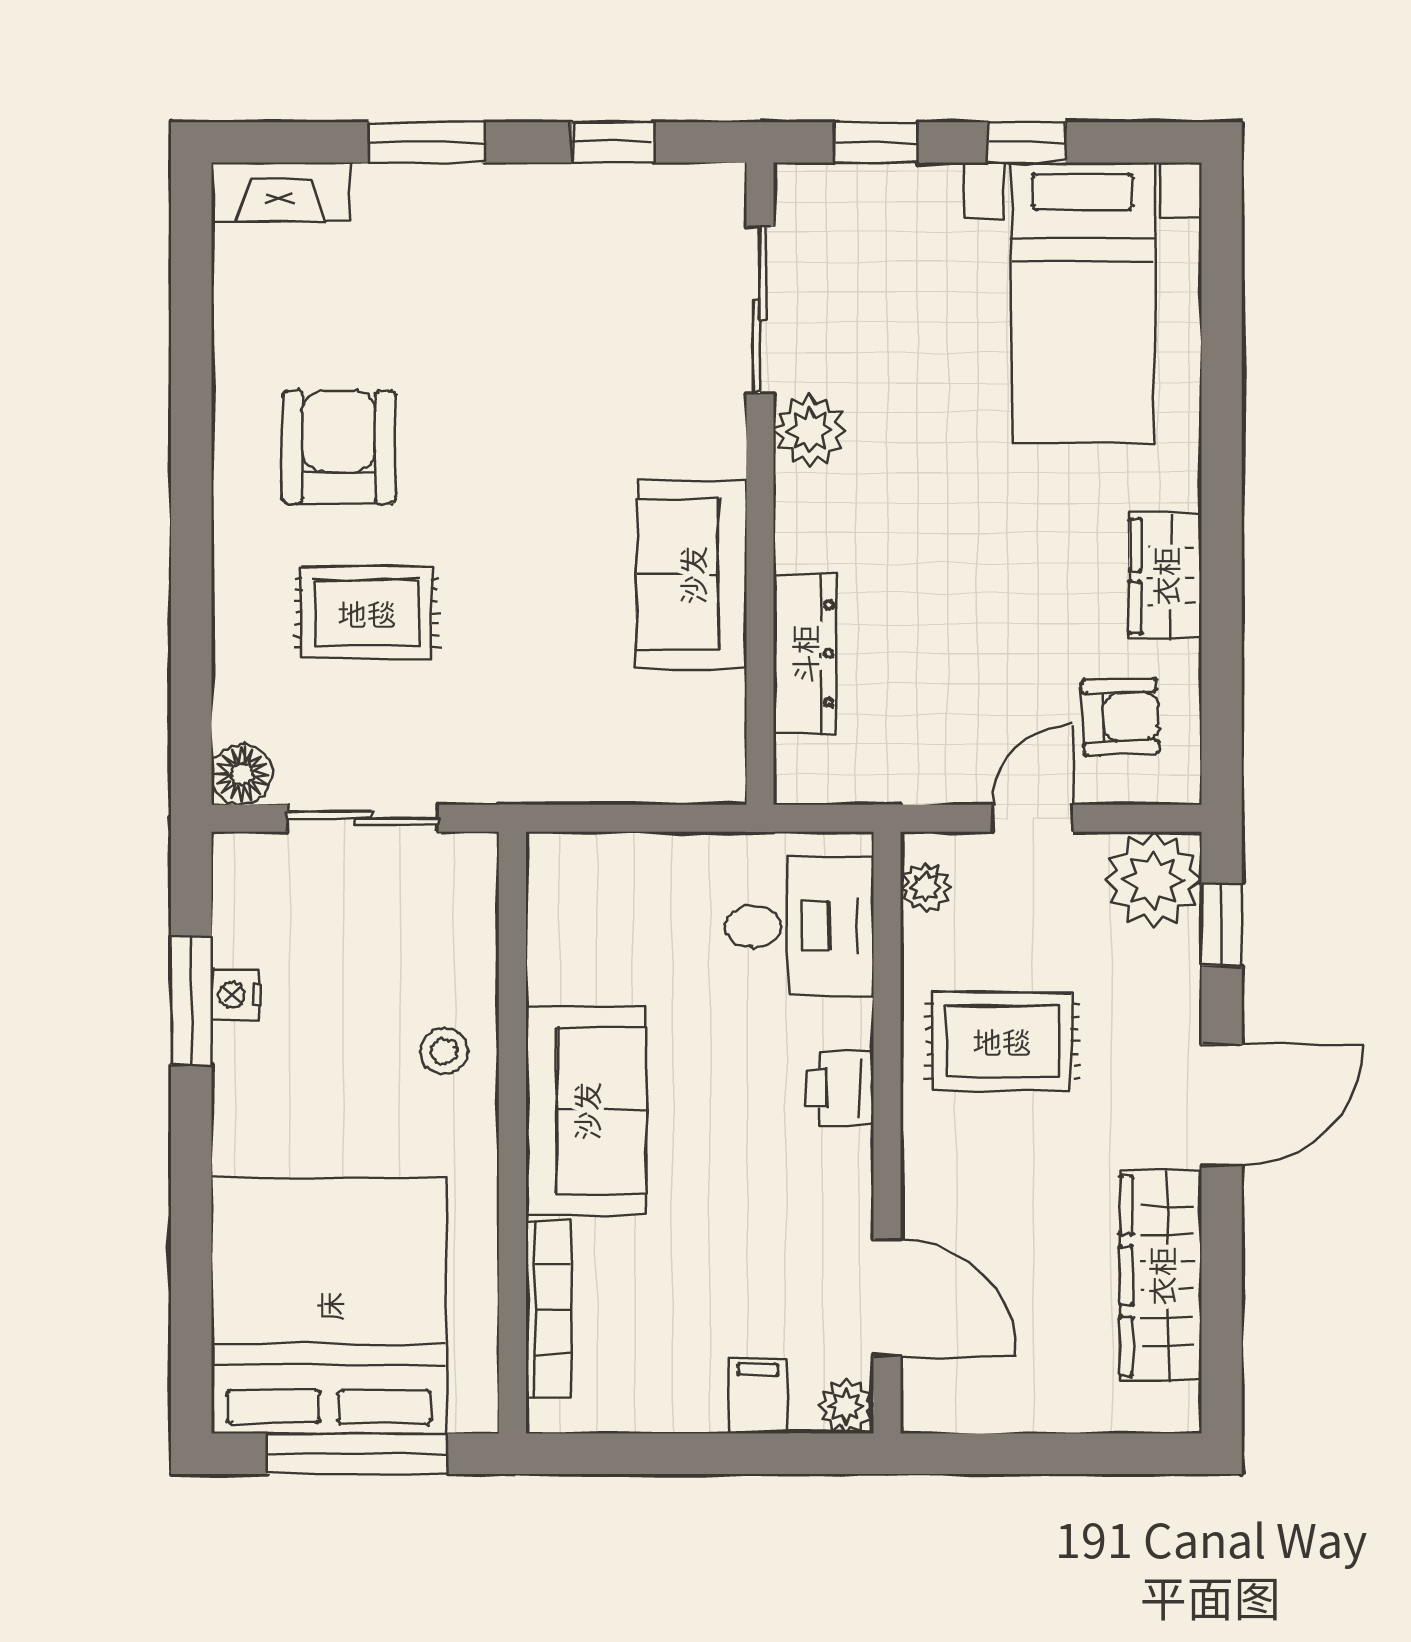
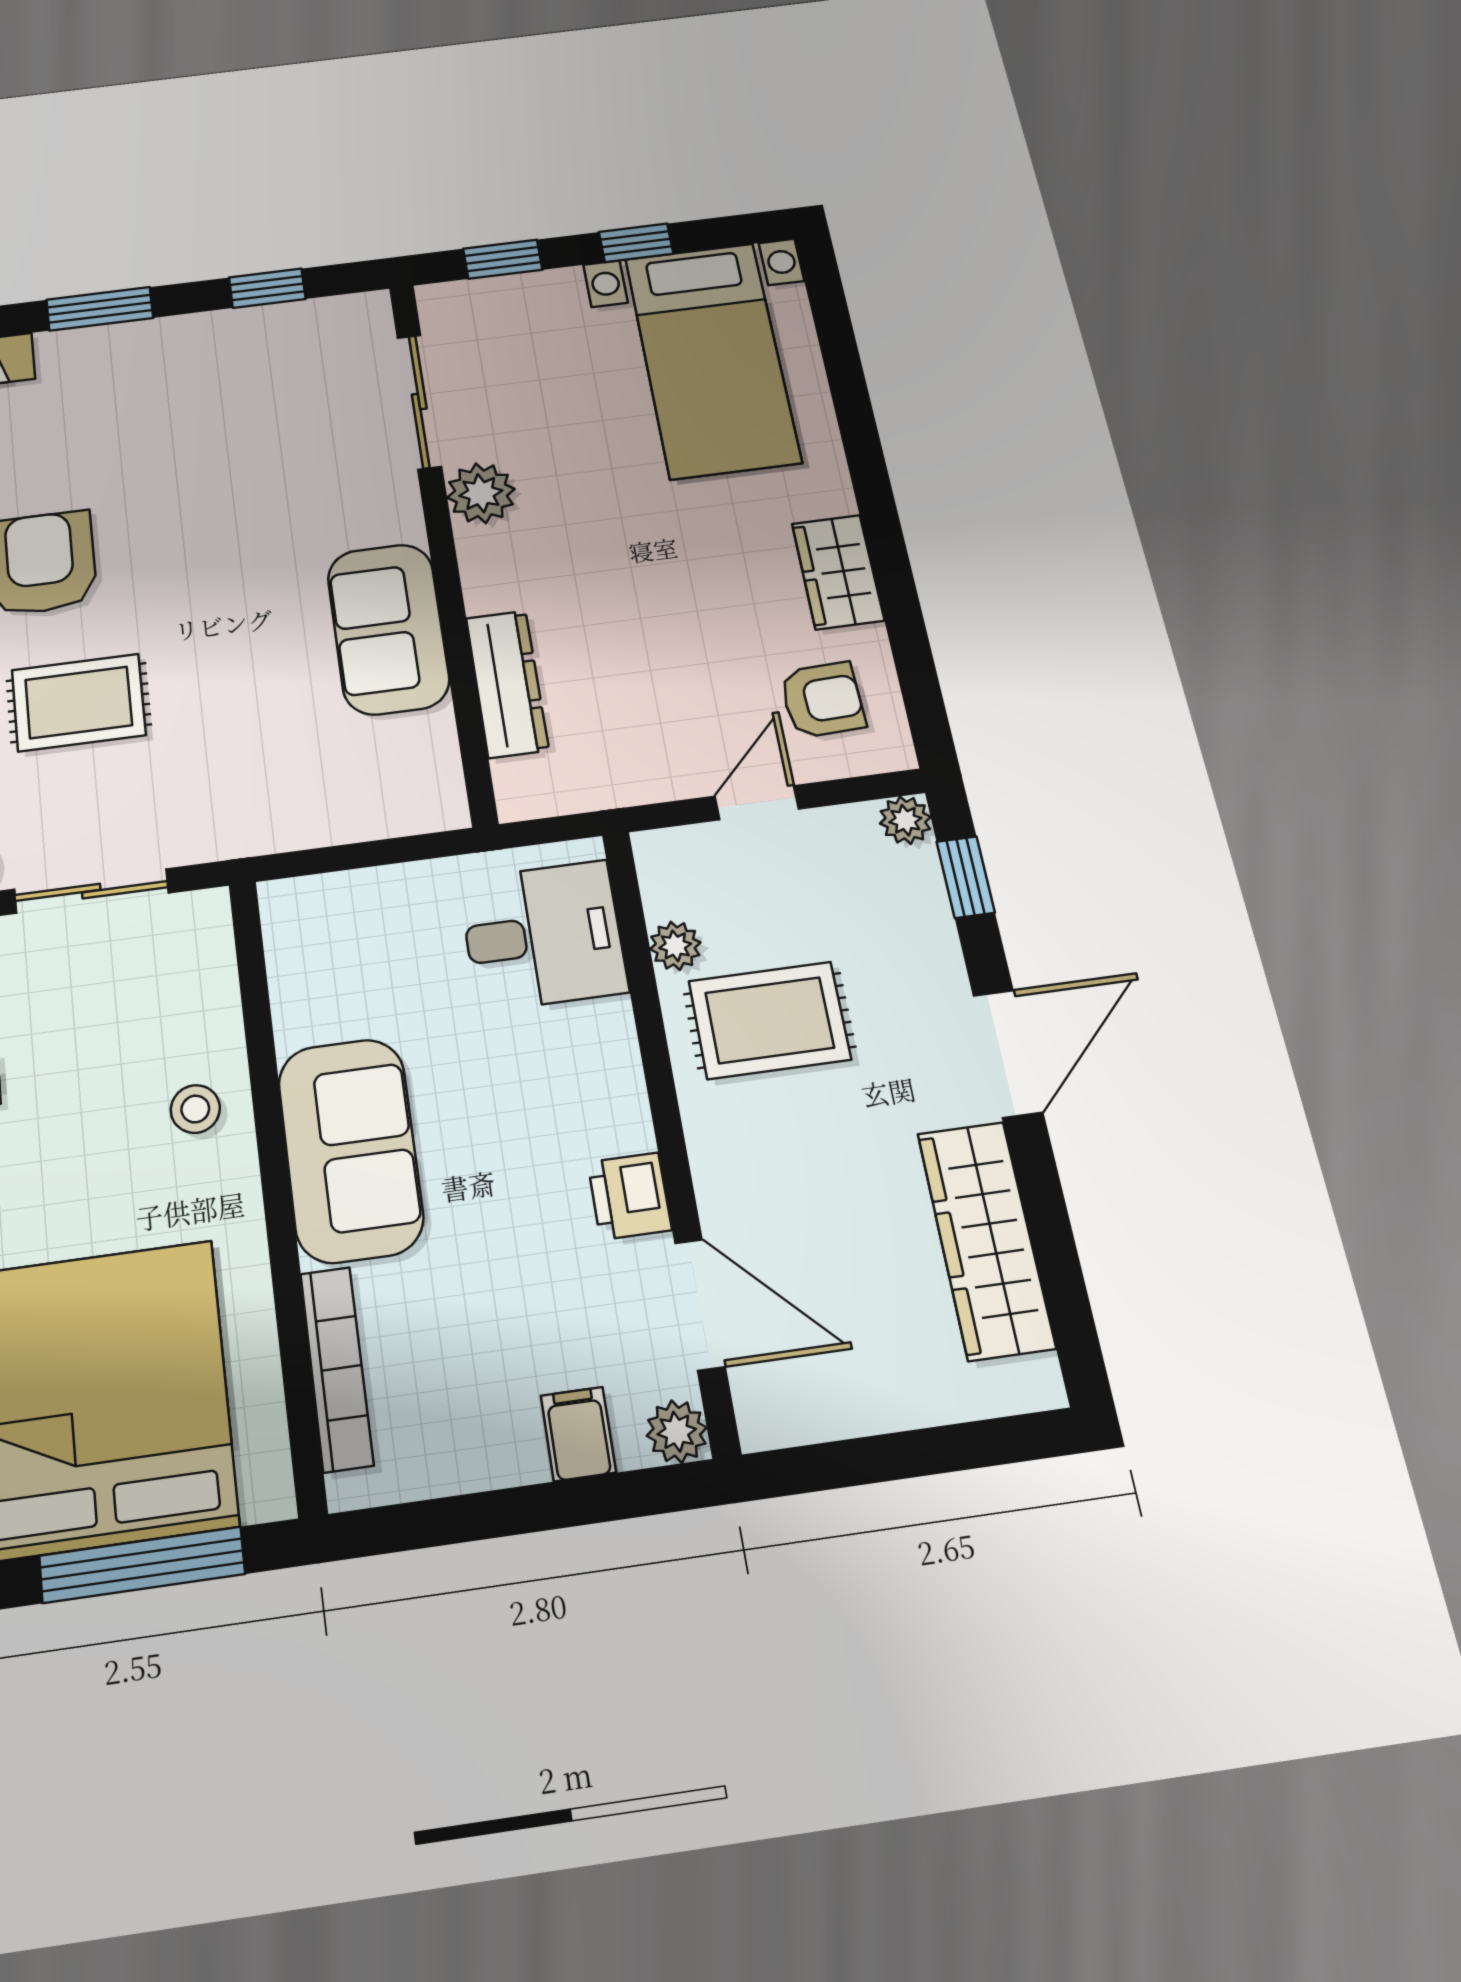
plant: (1153, 880) -> (905, 820), width x0.53, depth x0.53
plant: (926, 887) -> (675, 946), moved
printer: (840, 1088) -> (630, 1196), moved

